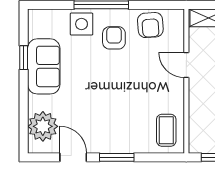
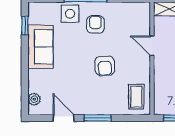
armchair: (150, 25) -> (105, 66), moved
window: (24, 58) -> (25, 25), moved
plant: (43, 126) -> (34, 99), width x0.53, depth x0.53

